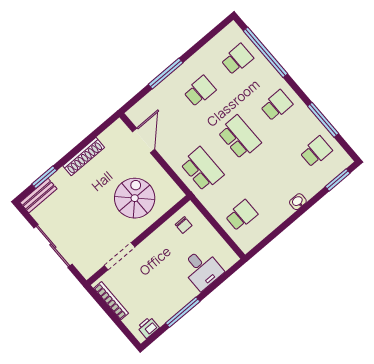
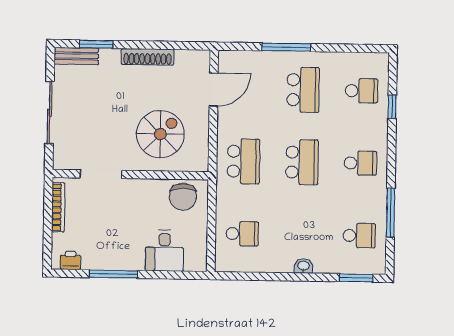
window: (265, 52) -> (392, 107), width x0.32
school desk: (200, 91) -> (303, 90), width x1.85
chair: (184, 225) -> (183, 197), width x1.87, depth x1.87

